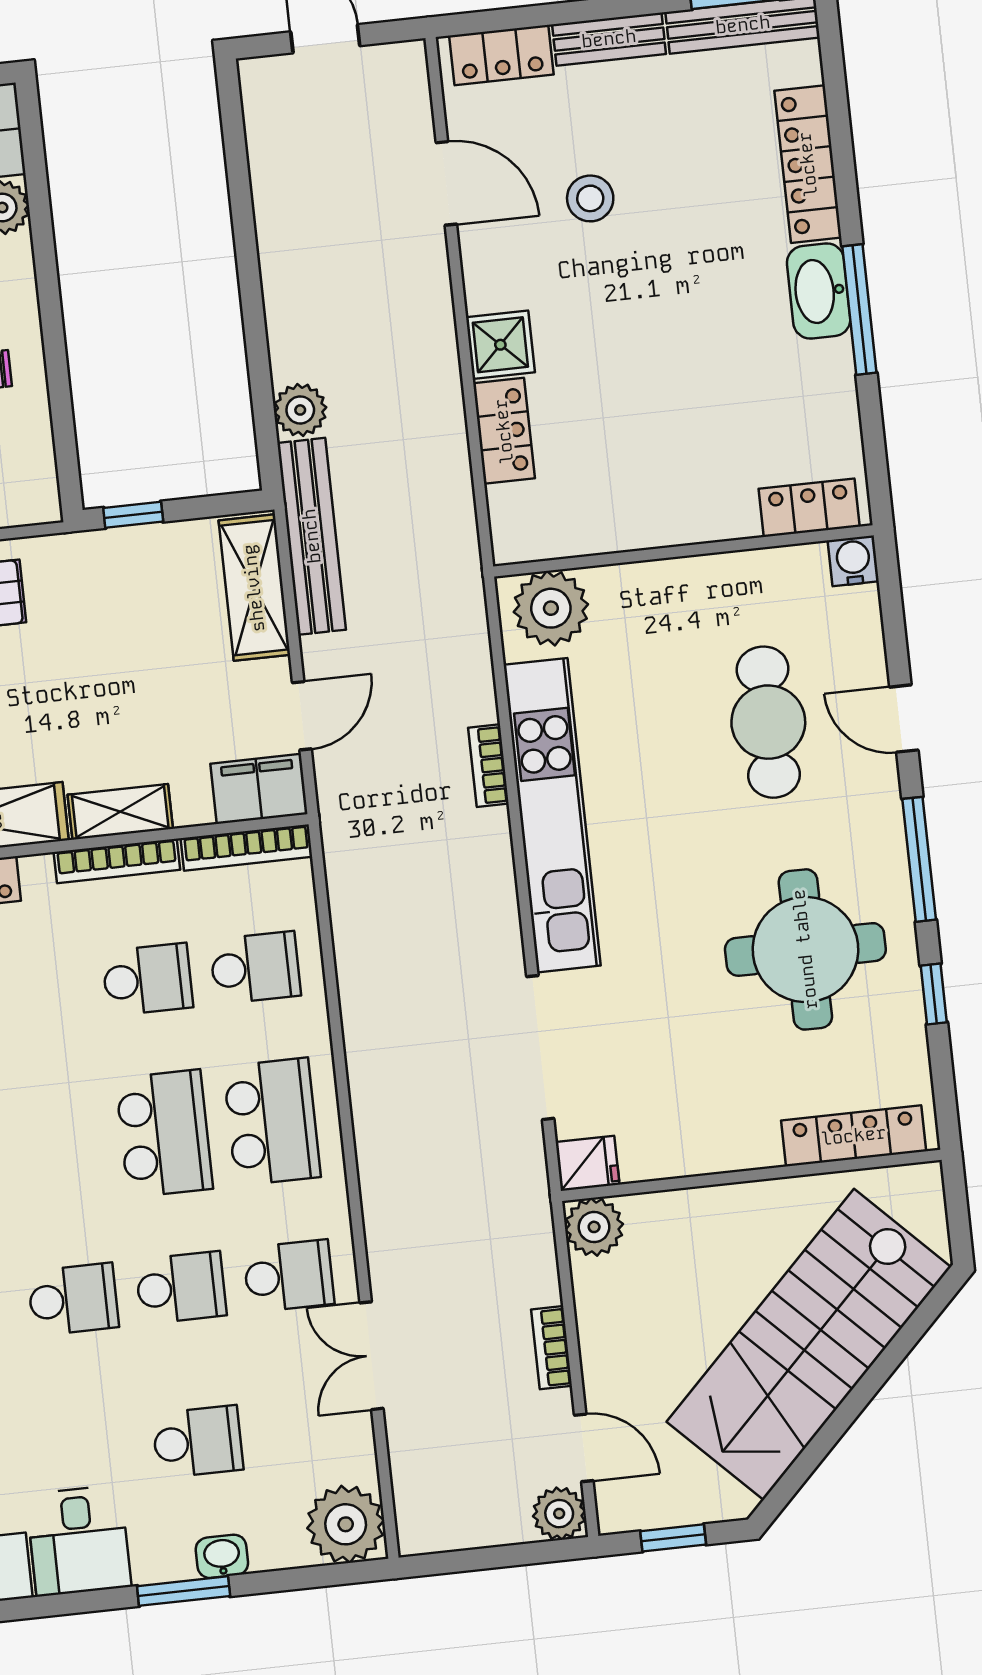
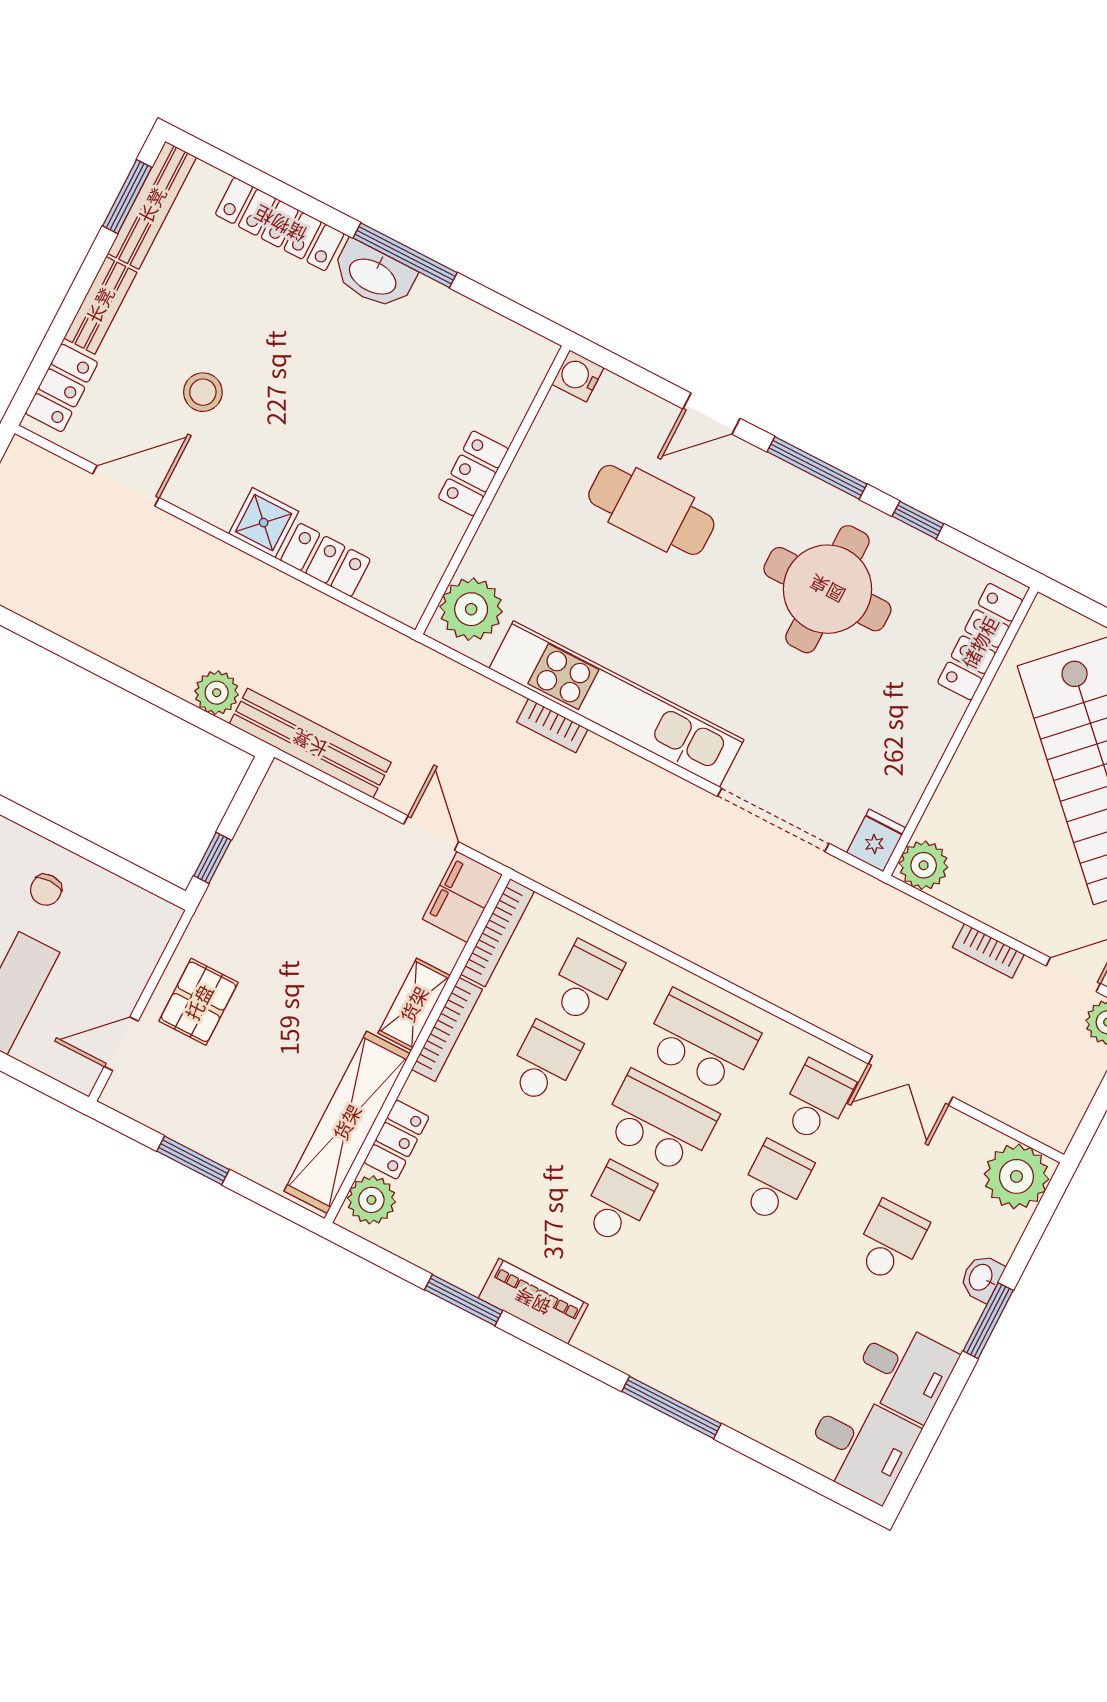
locker: (809, 508) -> (473, 473), moved
shelving: (254, 588) -> (320, 807), removed
school desk: (73, 1299) -> (618, 1203), moved

